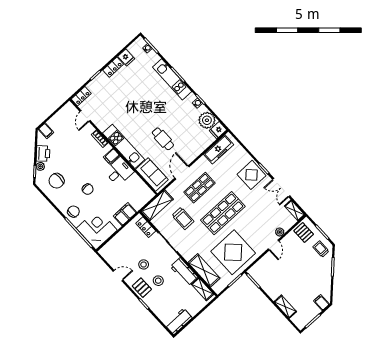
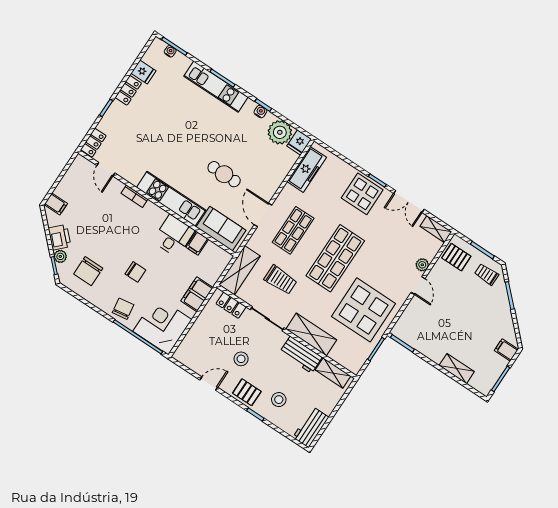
filing cabinet: (111, 156) -> (197, 243), moved
shelving: (204, 270) -> (311, 334), moved
stool: (158, 281) -> (279, 400), moved

